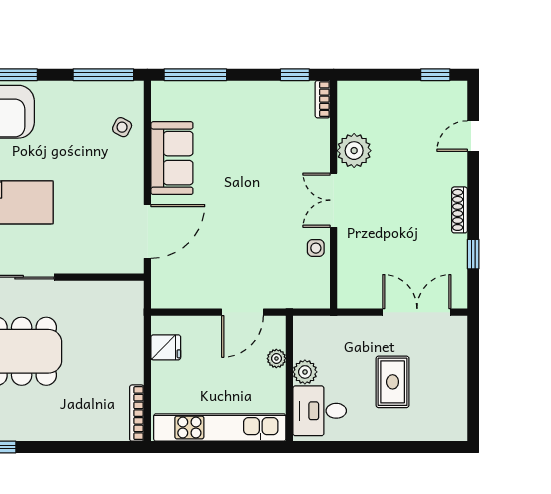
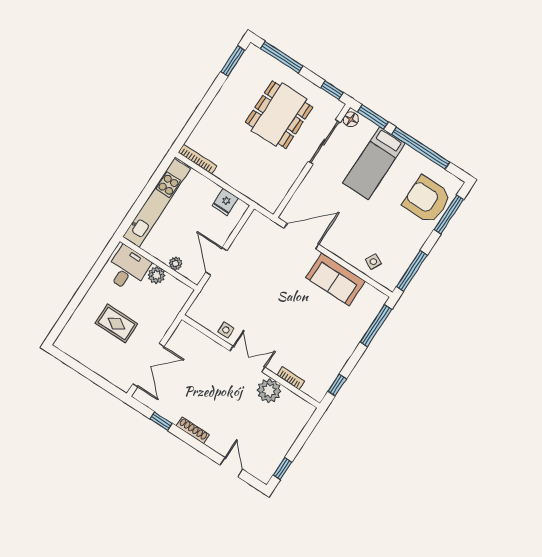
bookcase: (323, 99) -> (291, 378), moved
door: (147, 231) -> (301, 236), swing flipped

